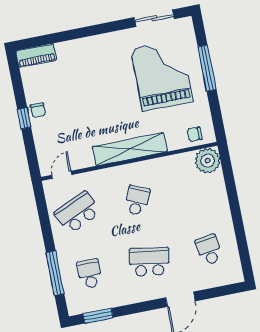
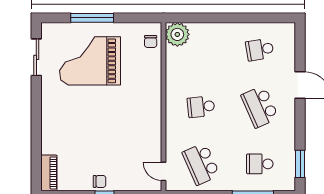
shelving: (130, 149) -> (152, 104), removed
school desk: (137, 200) -> (201, 107), turned -30
school desk: (149, 262) -> (260, 107), turned -33

